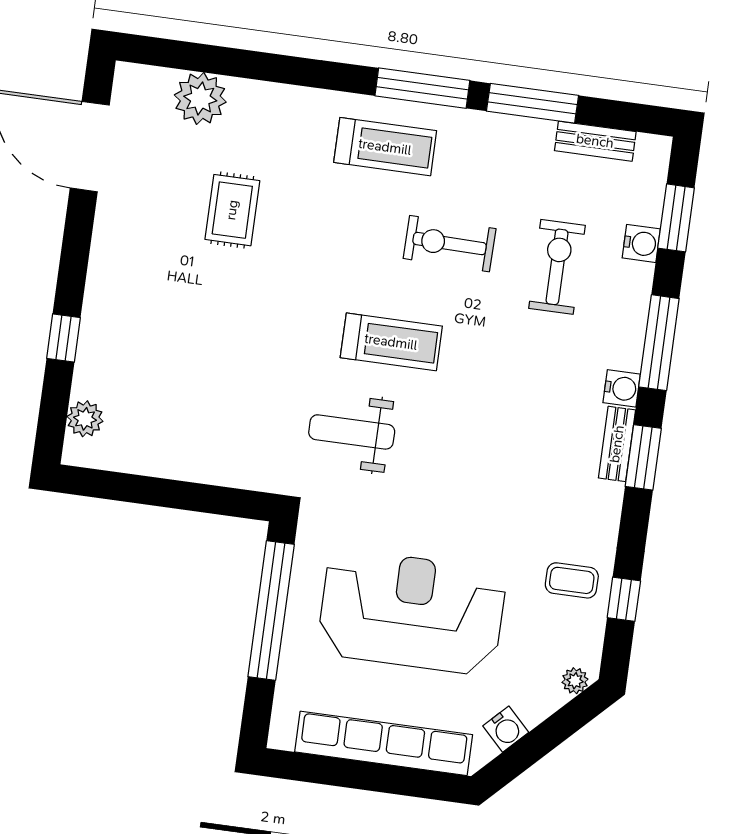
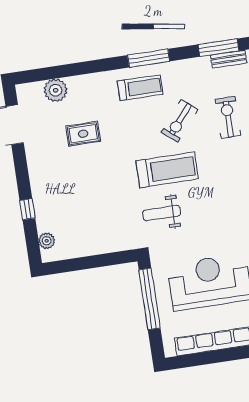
window: (533, 103) -> (218, 48), moved
rug: (232, 210) -> (83, 134), turned 90
exercise bike: (450, 244) -> (180, 121), turned -51
treadmill: (391, 342) -> (167, 170), width x1.37, depth x1.38

